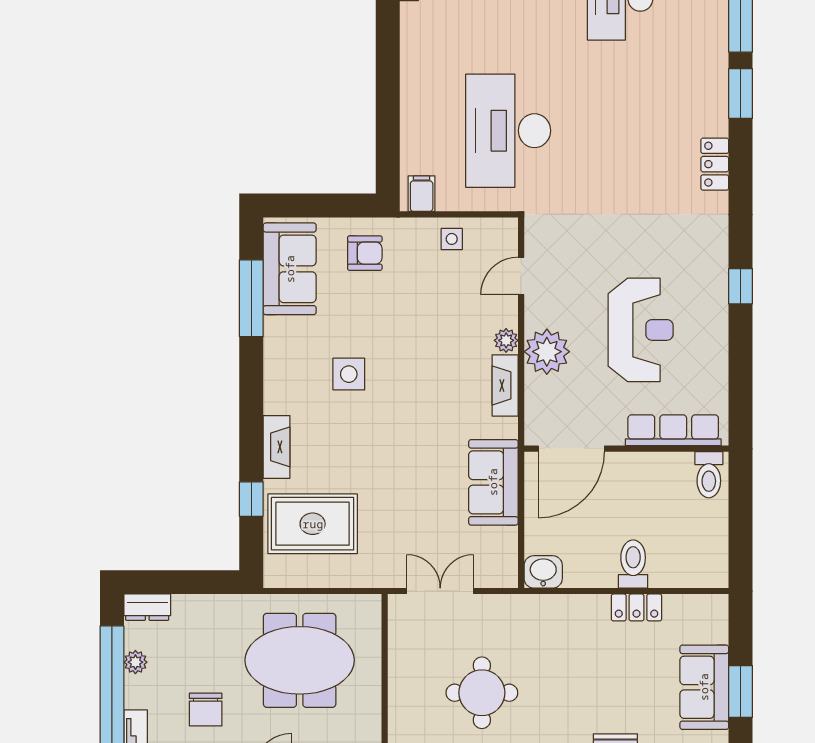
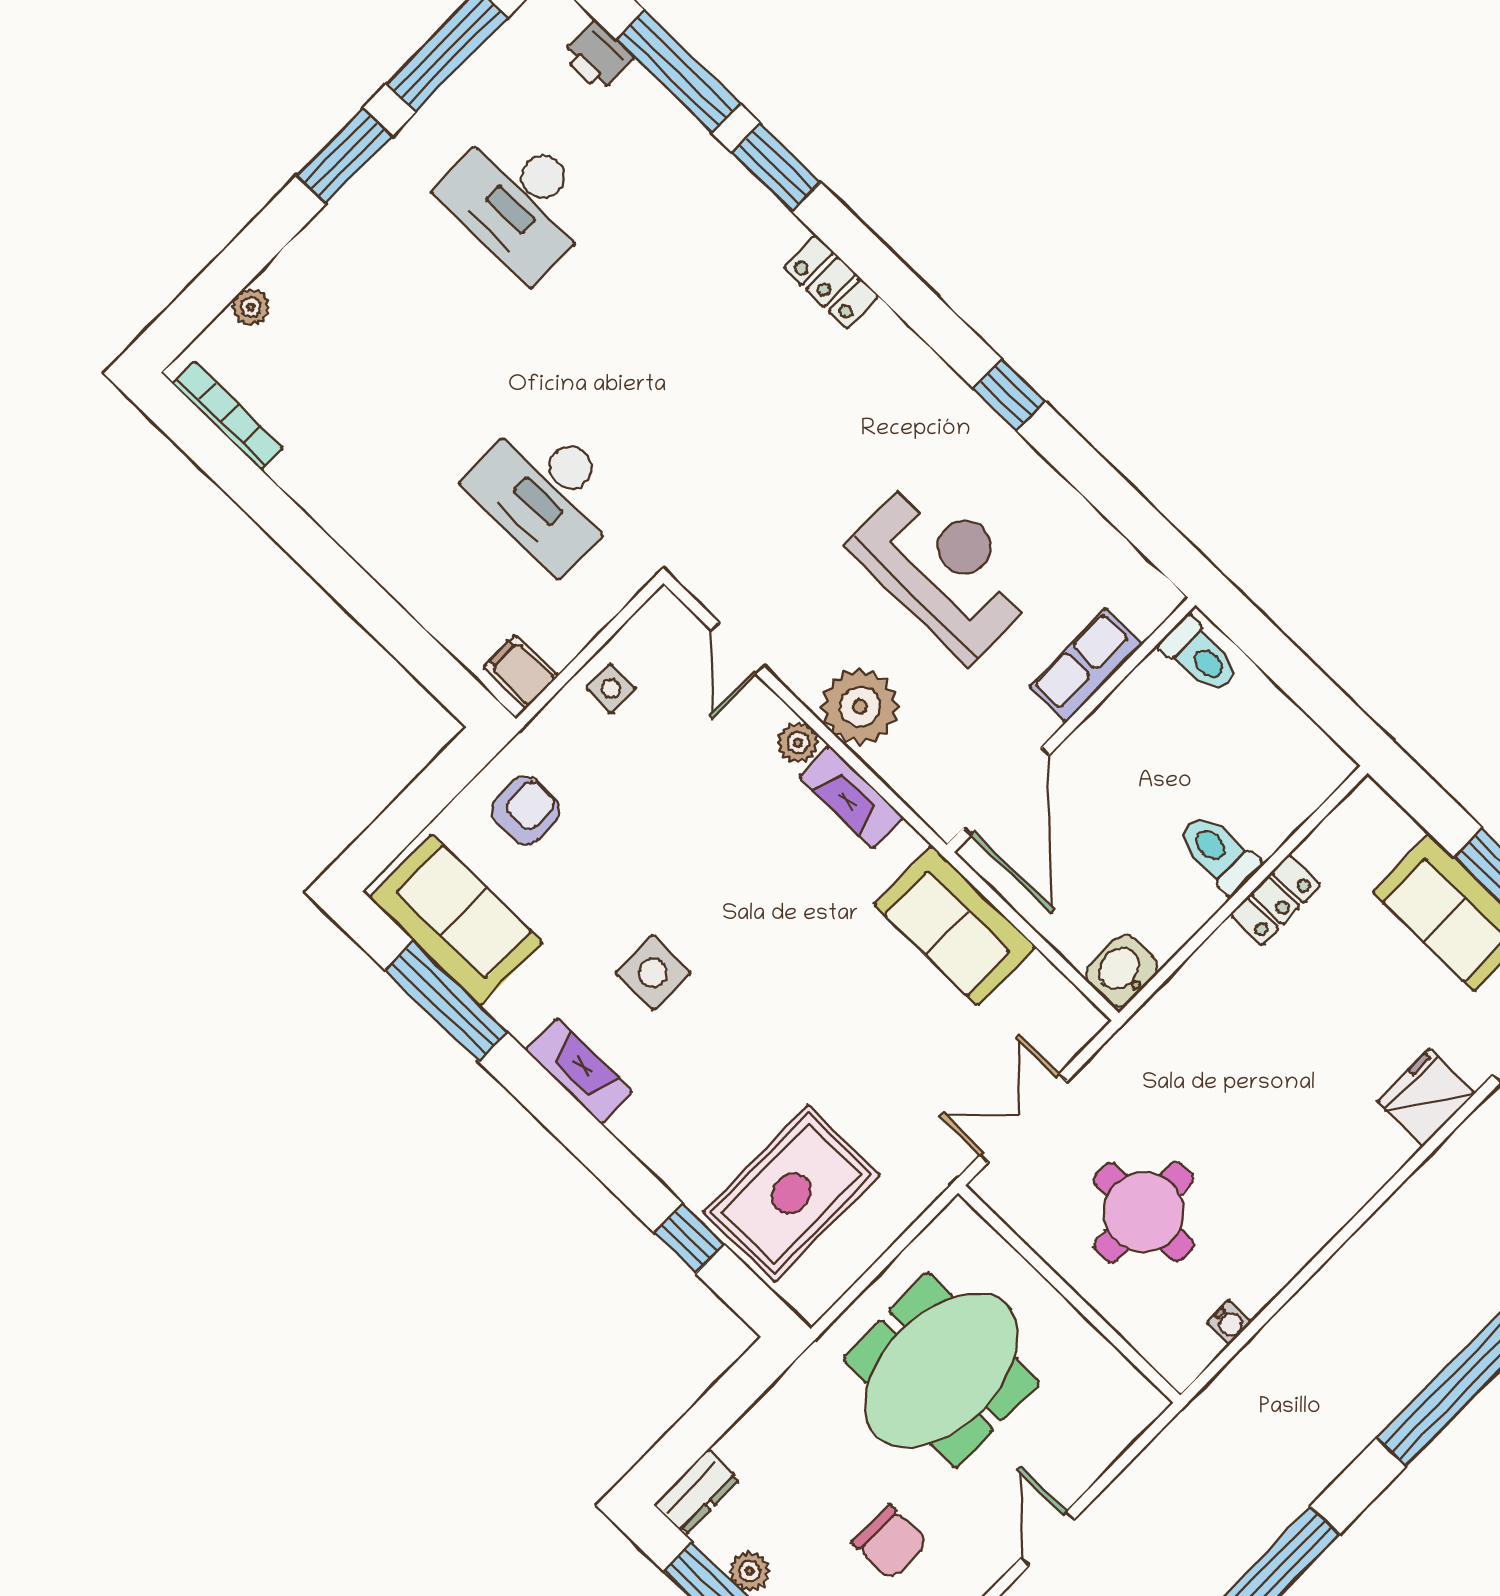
desk: (508, 131) -> (547, 492), width x0.73, depth x0.77
row of seats: (673, 430) -> (1086, 665), width x0.68
fireplace: (277, 447) -> (579, 1071), moved
round table: (482, 693) -> (1144, 1212), moved

